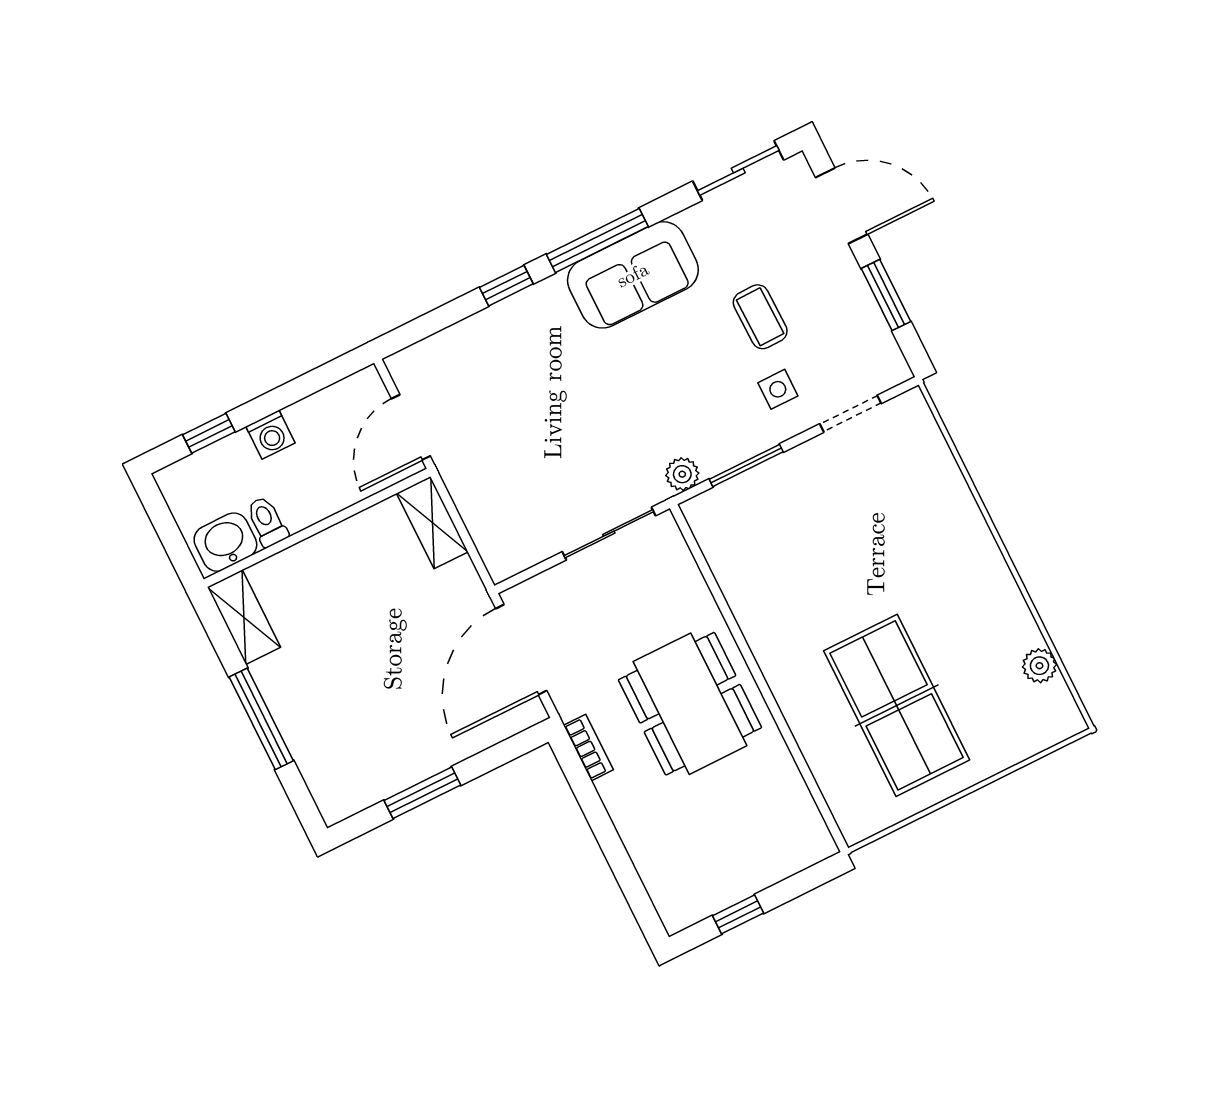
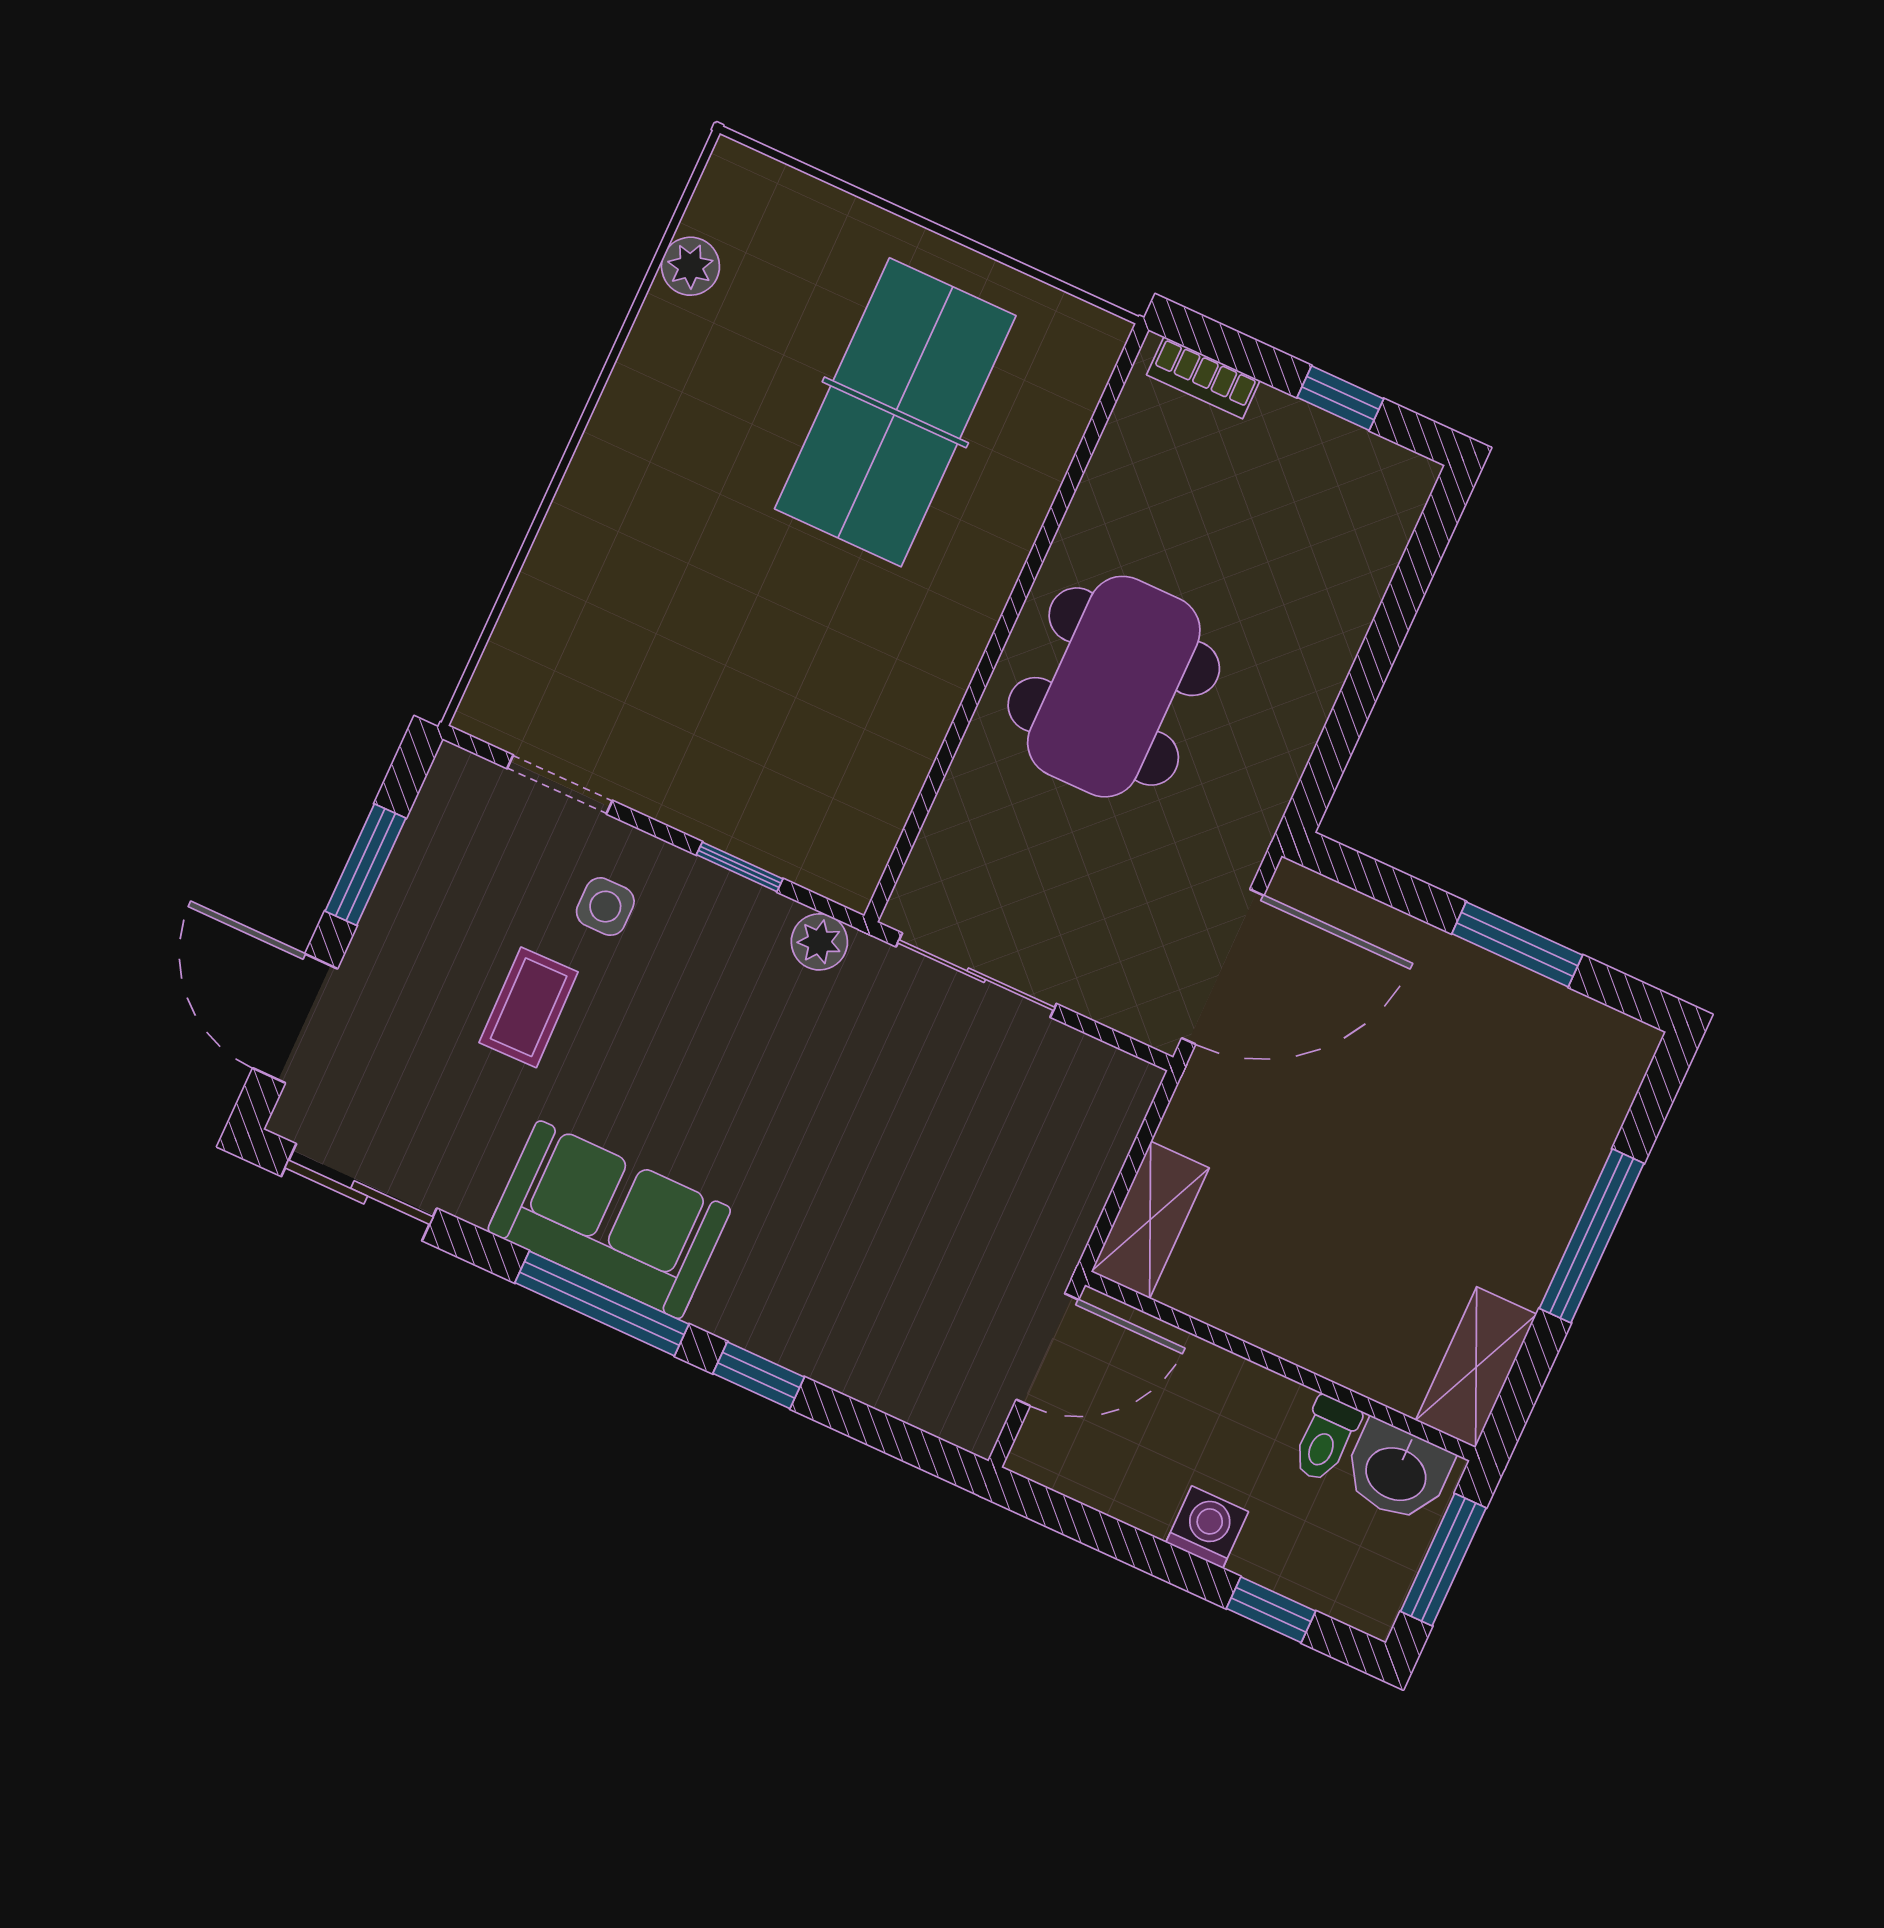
window: (746, 465) -> (740, 867), width x0.67
window: (168, 531) -> (1443, 1560), added
bookcase: (588, 748) -> (1203, 378), moved, turned -90

